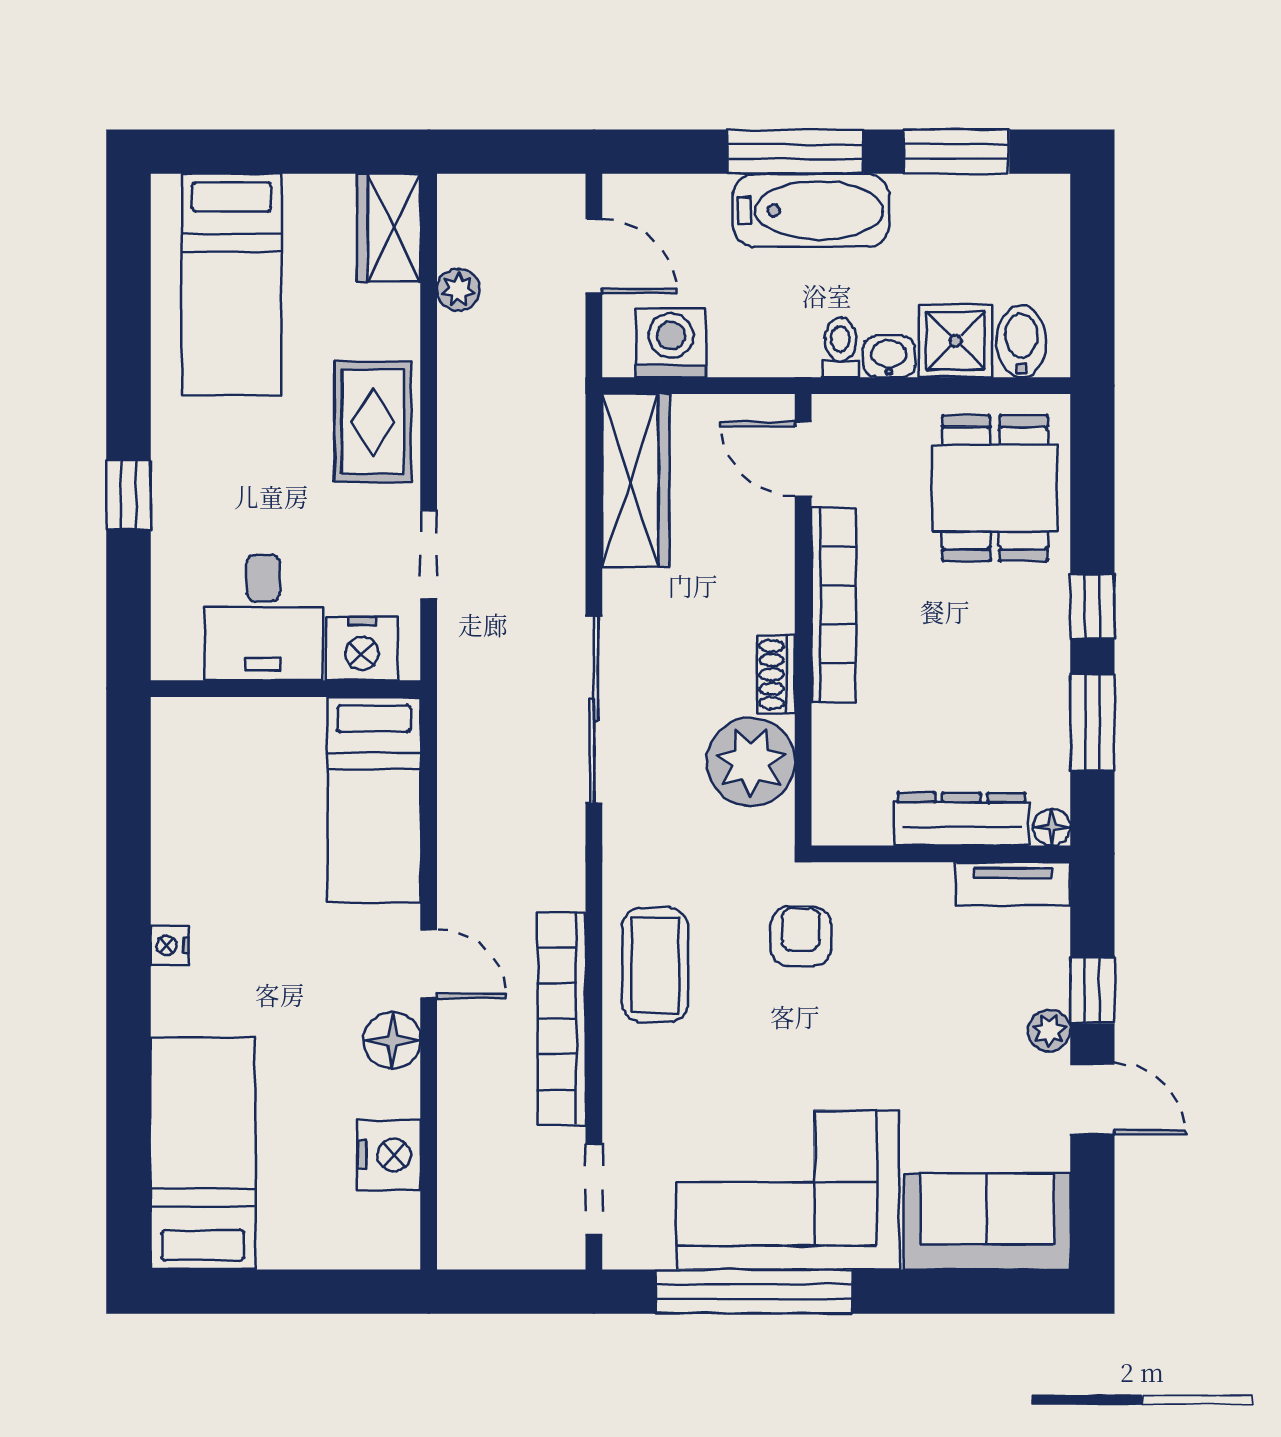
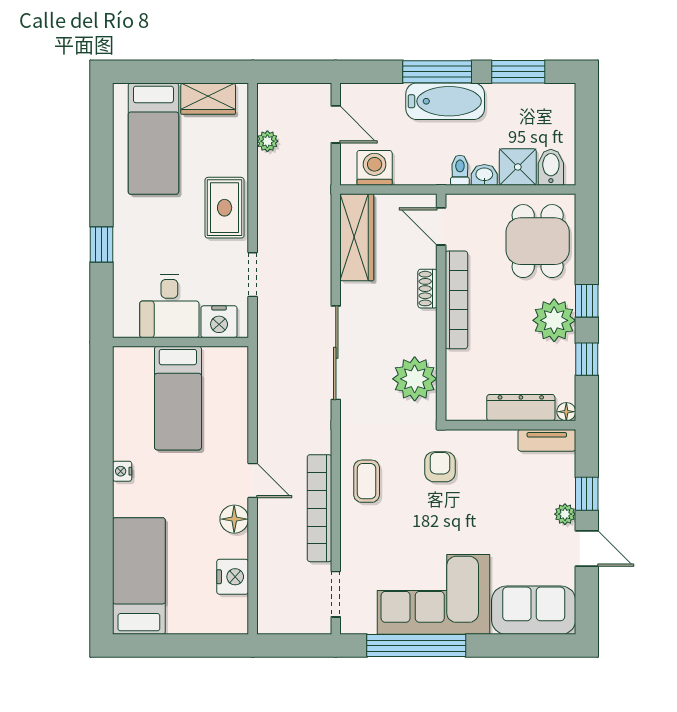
wardrobe: (389, 228) -> (208, 99), moved, turned -90
plant: (1028, 645) -> (554, 320), added
shoe rack: (776, 674) -> (427, 289), moved
window: (1092, 723) -> (587, 359), width x0.67
bed: (374, 800) -> (178, 398), moved
coffee table: (655, 965) -> (367, 481), width x0.73, depth x0.77

